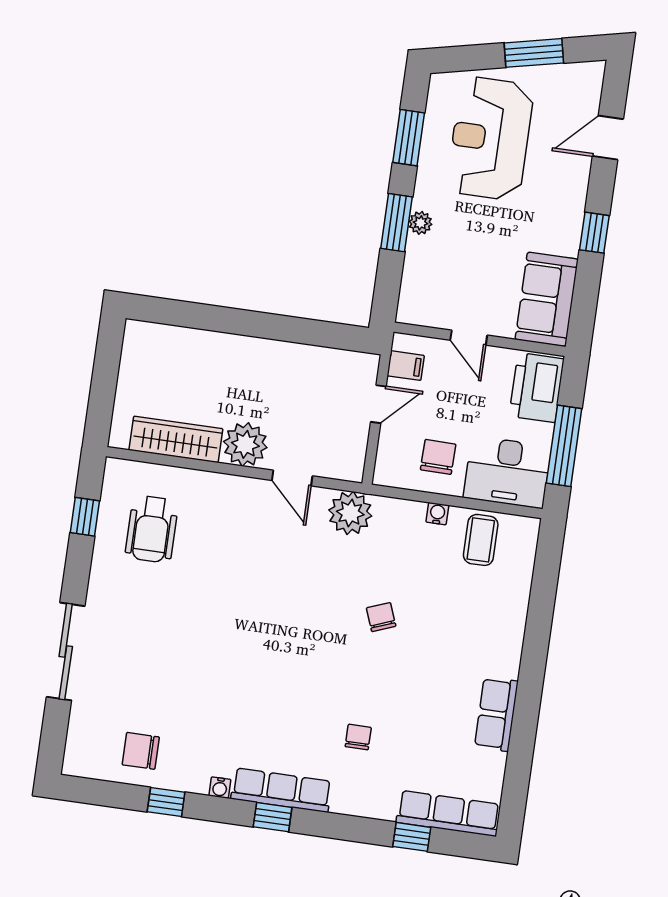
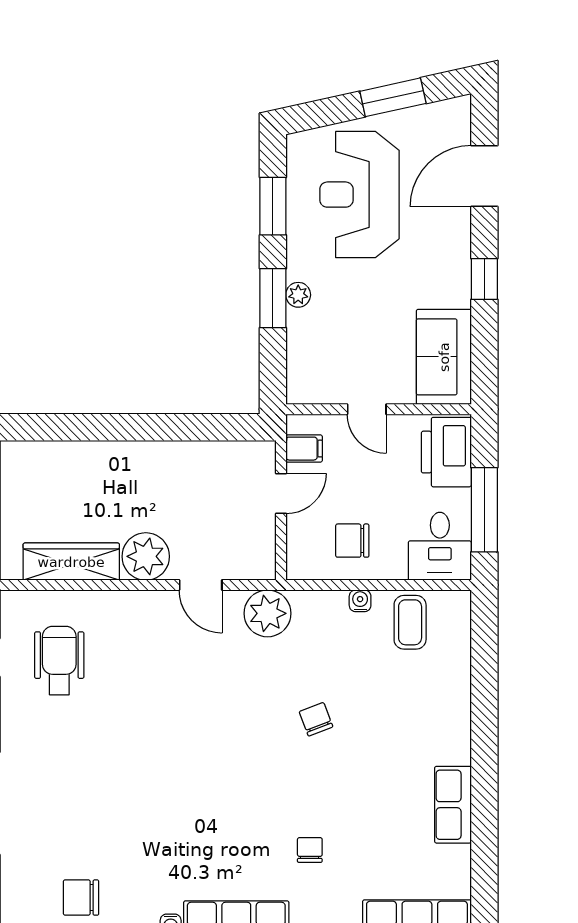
door: (608, 138) -> (484, 176), width x1.38
chair: (438, 457) -> (352, 541), turned -91
desk: (507, 472) -> (440, 546), width x0.73
wheelchair: (152, 529) -> (59, 661), turned 180

